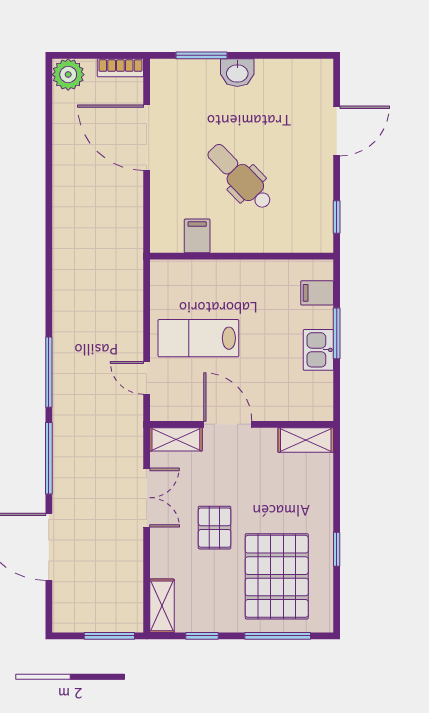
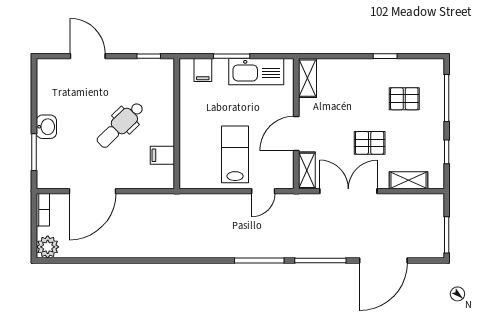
lab bench: (198, 338) -> (235, 154), turned 180
kitchen sink: (318, 350) -> (256, 72), width x1.88, depth x1.24
double door: (147, 498) -> (348, 191), width x1.37
pallet: (277, 576) -> (404, 99), width x0.49, depth x0.50
shelving: (162, 606) -> (408, 180), moved
window: (109, 636) -> (447, 235), moved

